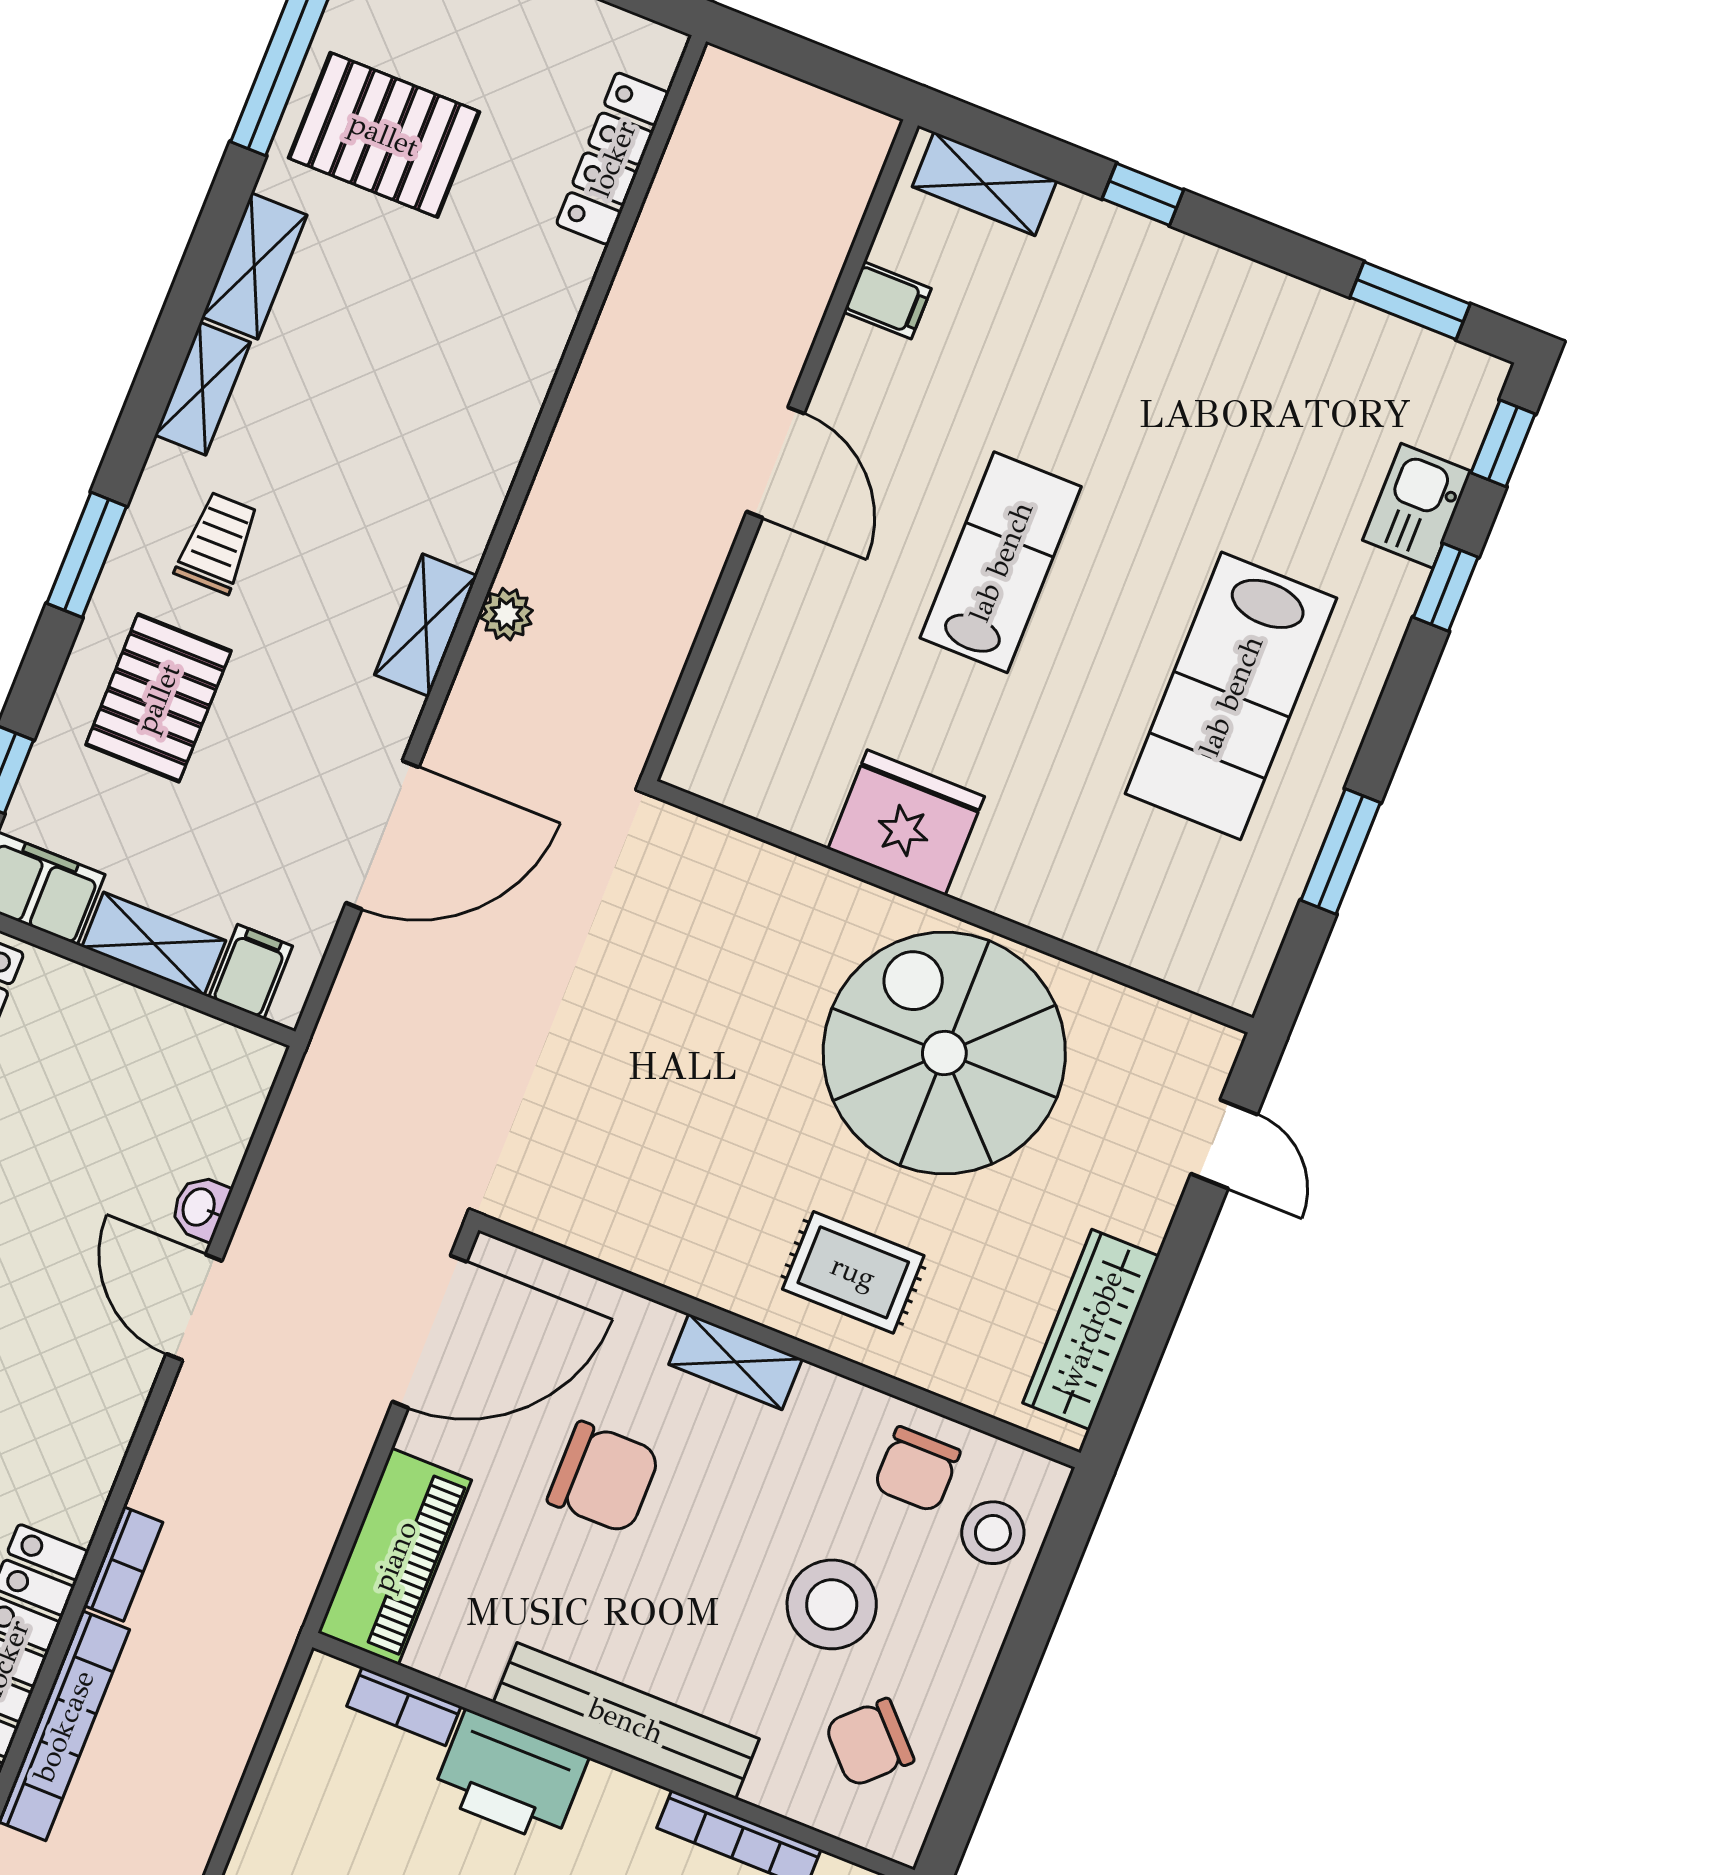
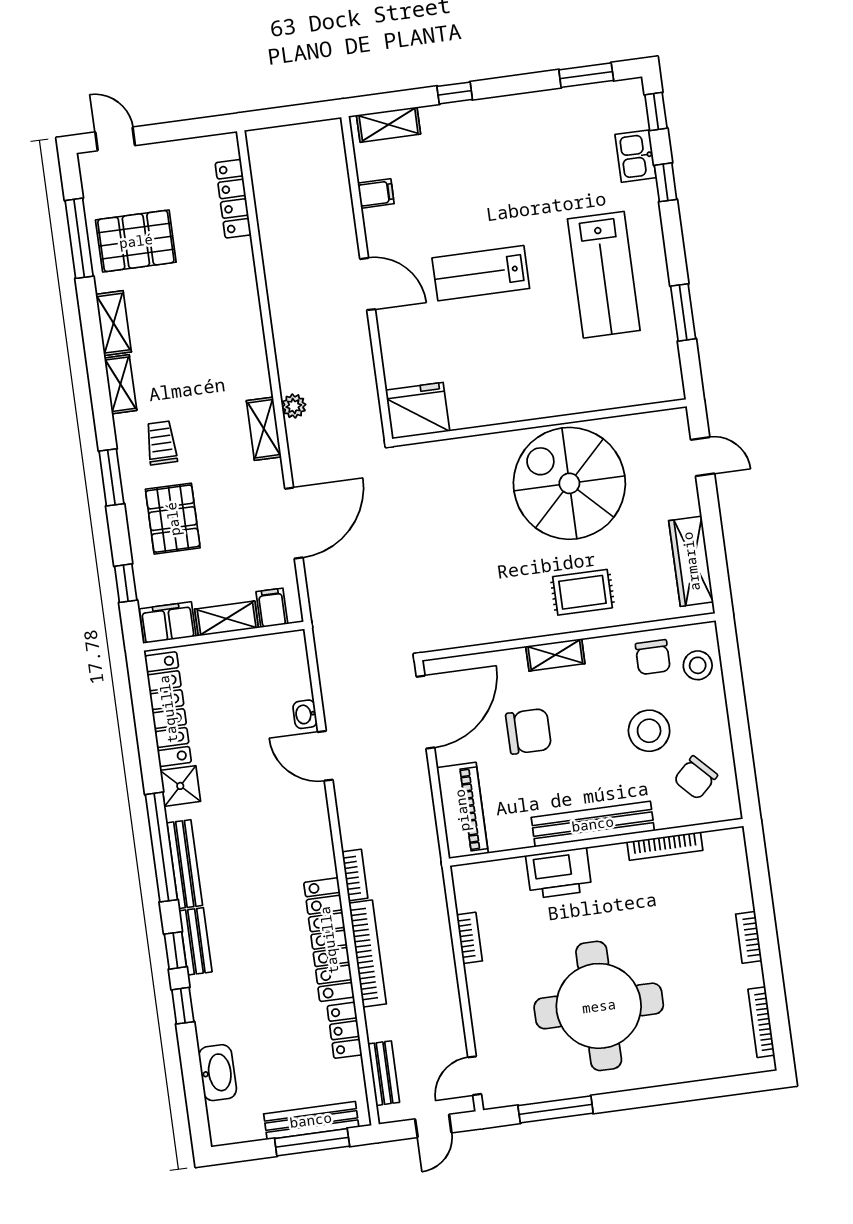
lab bench: (1001, 562) -> (481, 273), turned -90
fridge: (906, 823) -> (418, 411), moved
bookcase: (404, 1706) -> (469, 938), moved, turned -90

